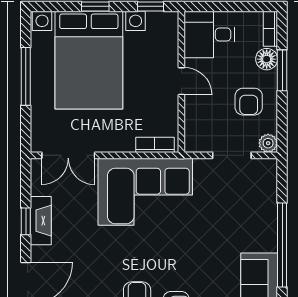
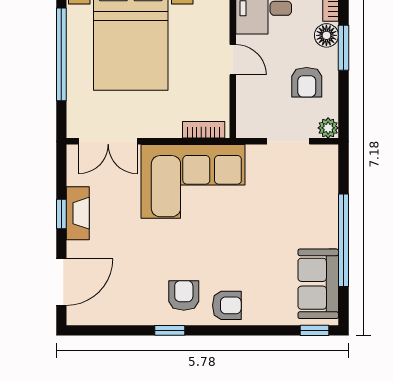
window: (26, 76) -> (61, 54), width x1.46

